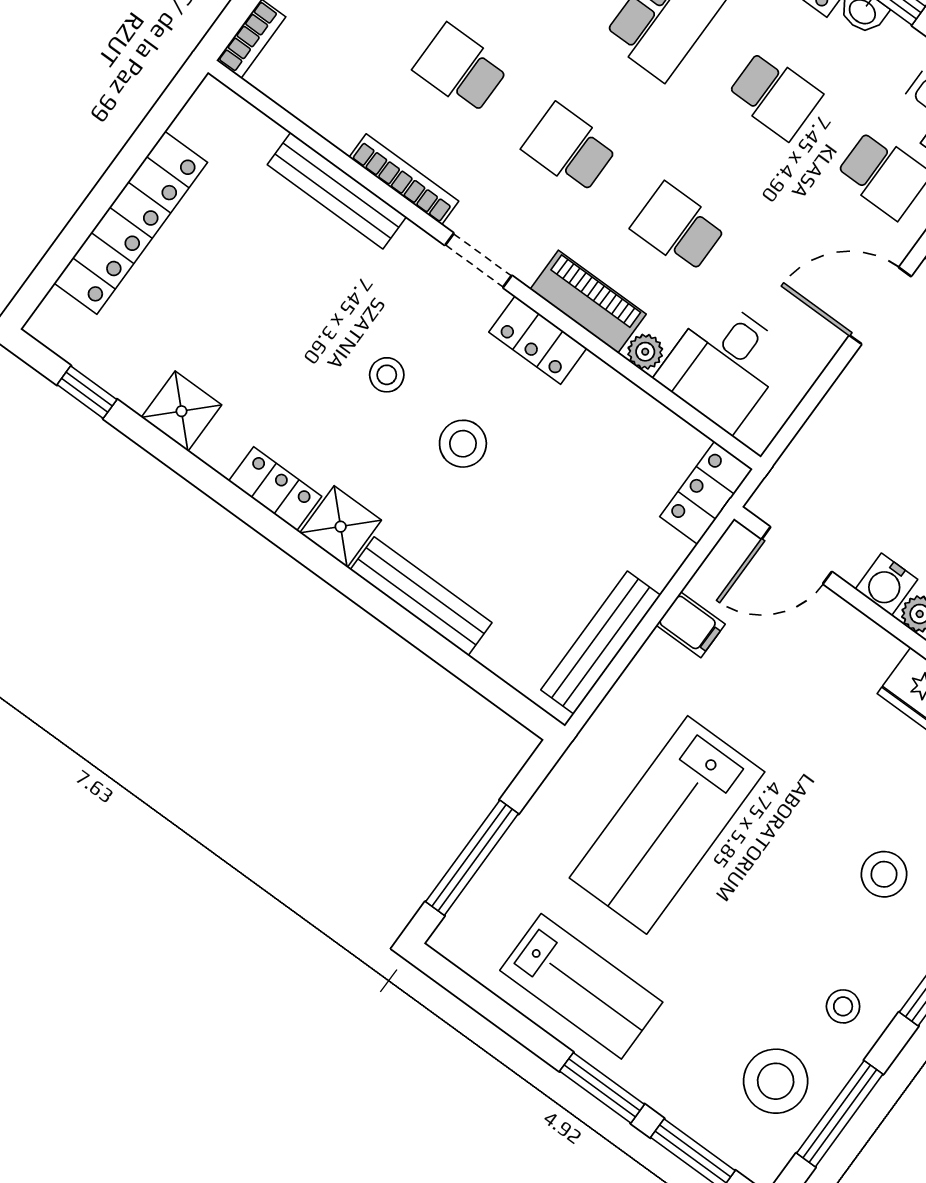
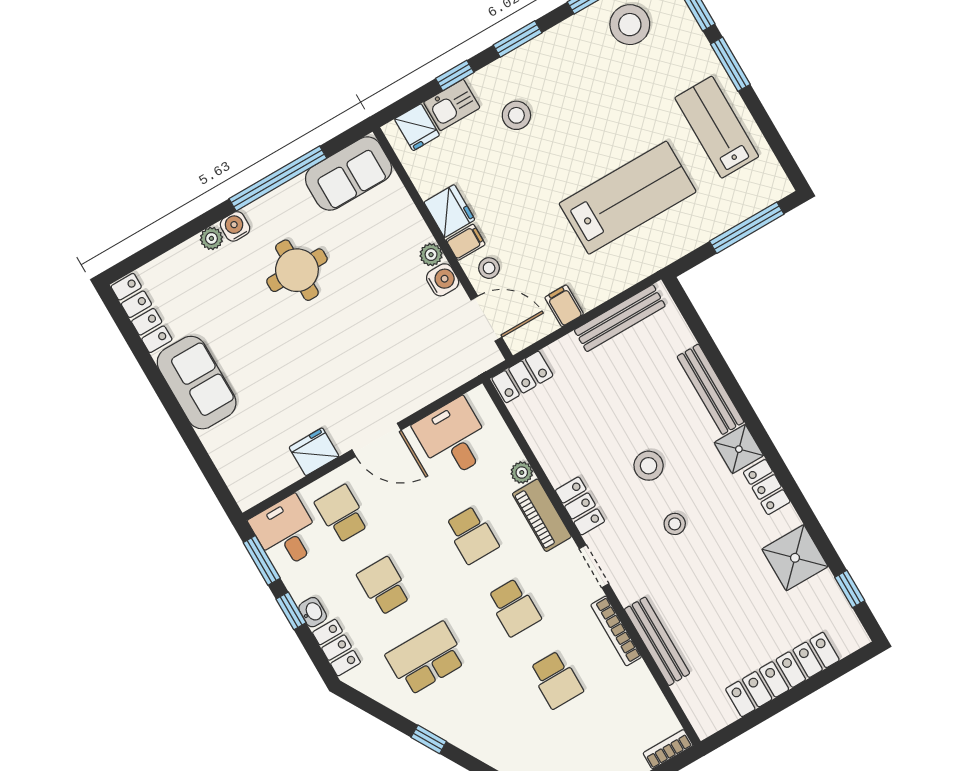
desk: (723, 365) -> (453, 439), moved, turned -90
shower: (182, 411) -> (795, 558), width x1.36, depth x1.36
filing cabinet: (877, 655) -> (466, 242), added
stool: (843, 1006) -> (489, 268), moved

